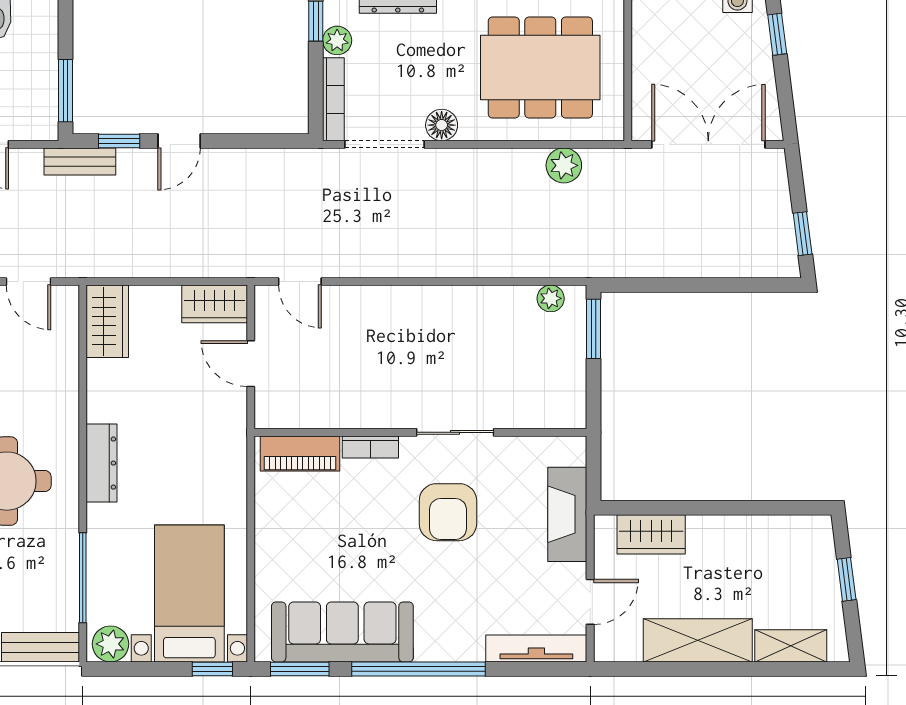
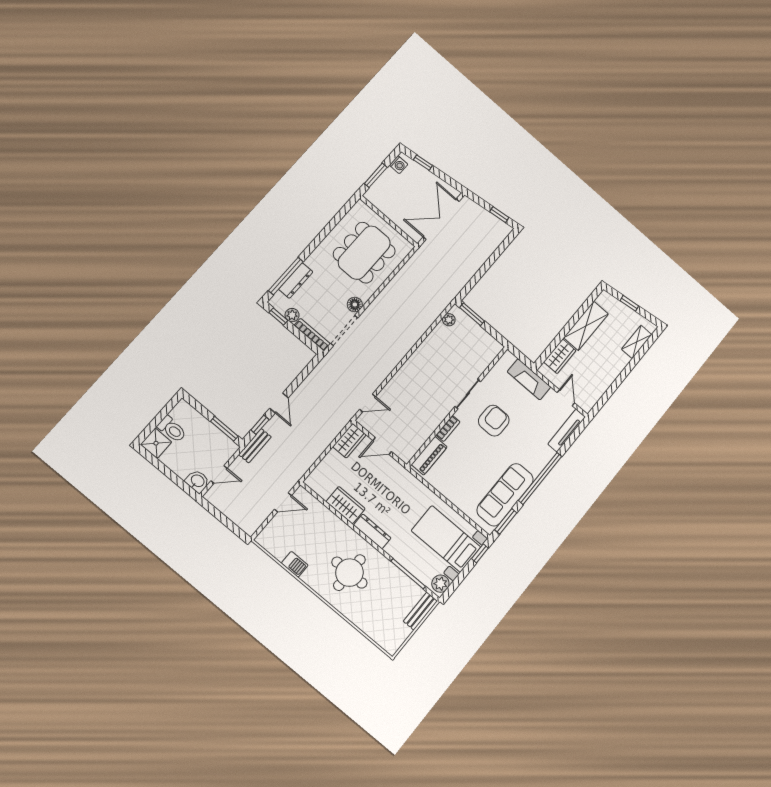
plant: (564, 165) -> (406, 275), removed
wardrobe: (107, 321) -> (346, 505), moved
armchair: (448, 512) -> (494, 421), turned -90
shelving: (698, 640) -> (586, 326), moved

